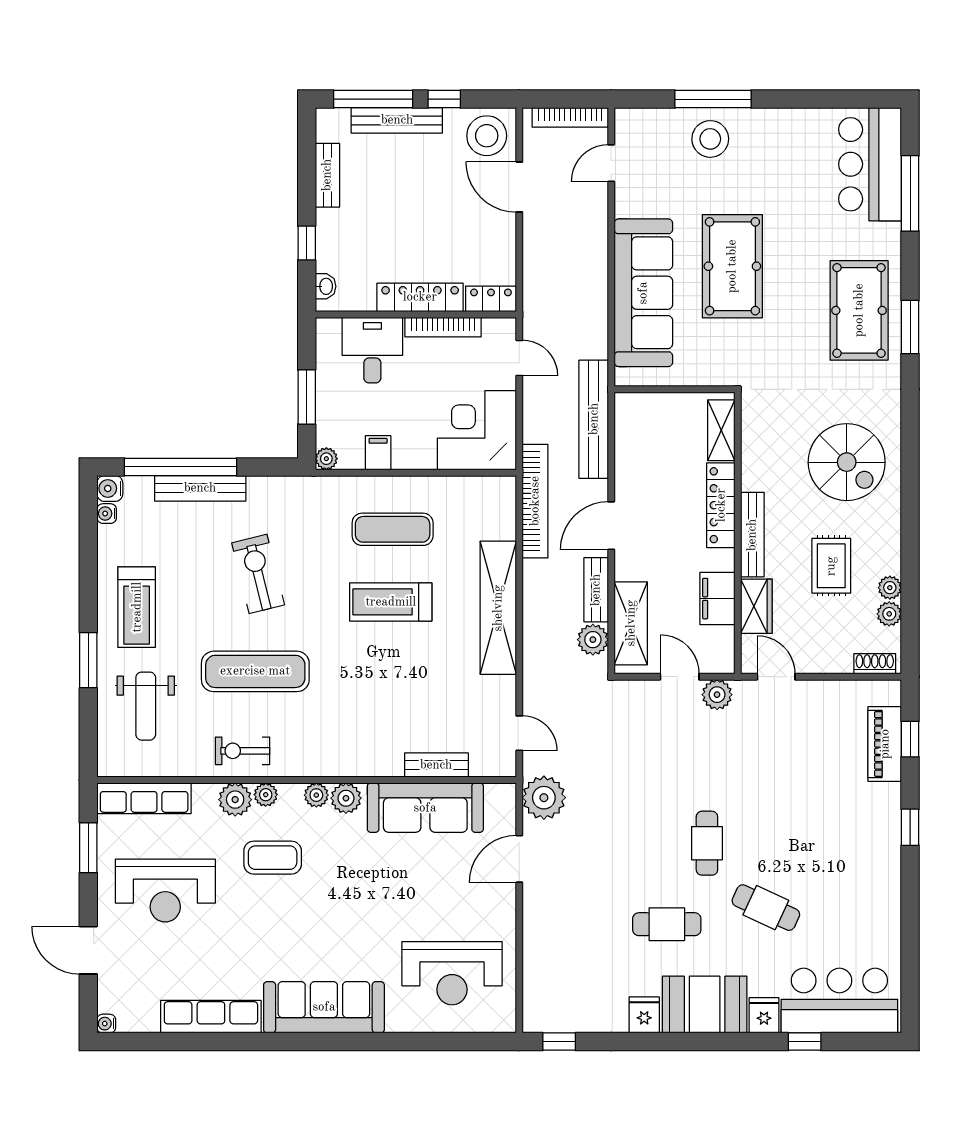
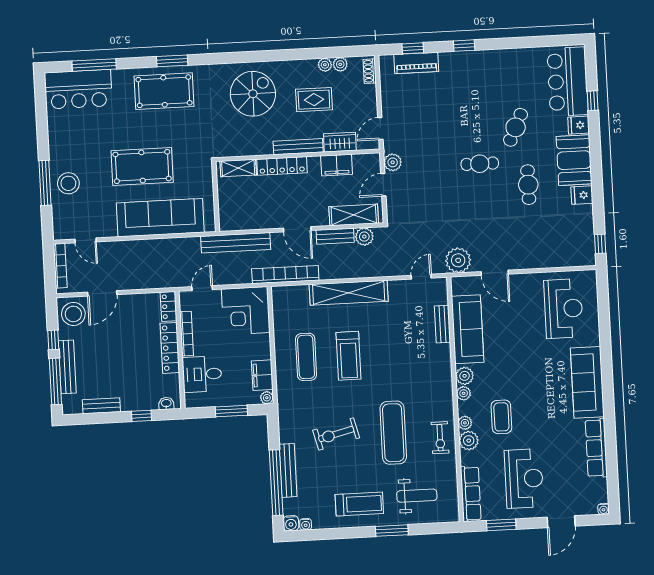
filing cabinet: (378, 453) -> (262, 375), width x2.00

